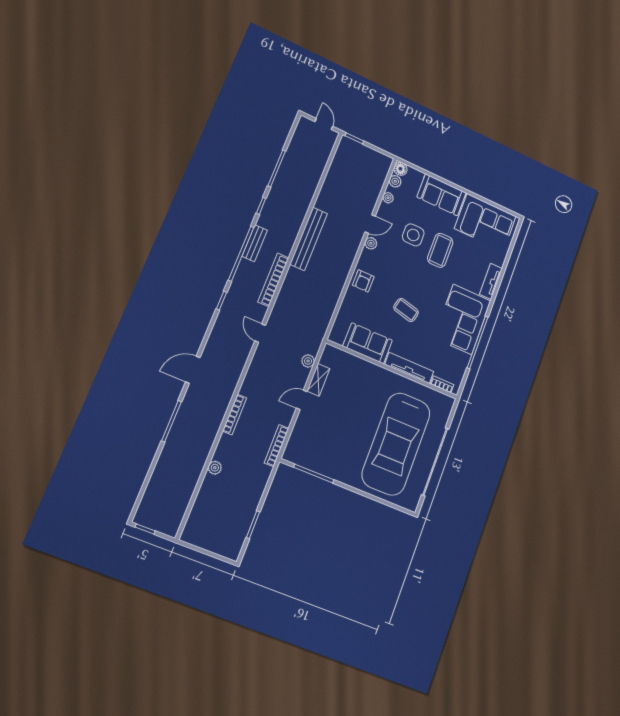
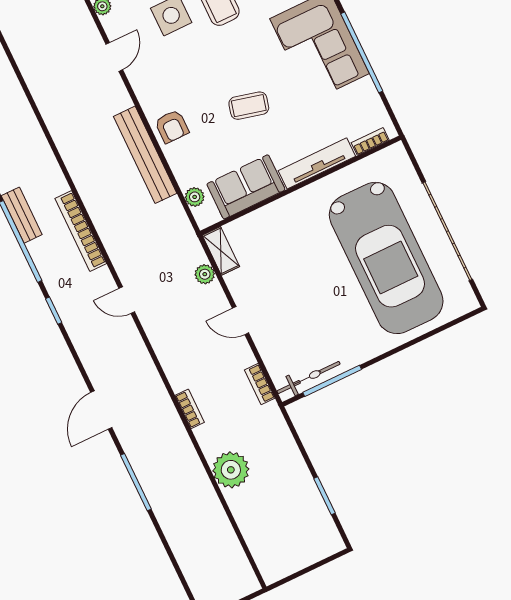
bench: (309, 239) -> (145, 155), moved
plant: (371, 243) -> (195, 197), moved
shelving: (318, 380) -> (221, 251), moved
door: (302, 400) -> (241, 321), hinge flipped
bookcase: (235, 414) -> (190, 409), width x0.64
bookcase: (277, 446) -> (260, 384), width x0.64
bicycle: (305, 460) -> (309, 377), added
plant: (215, 468) -> (231, 470), width x1.88, depth x1.88

